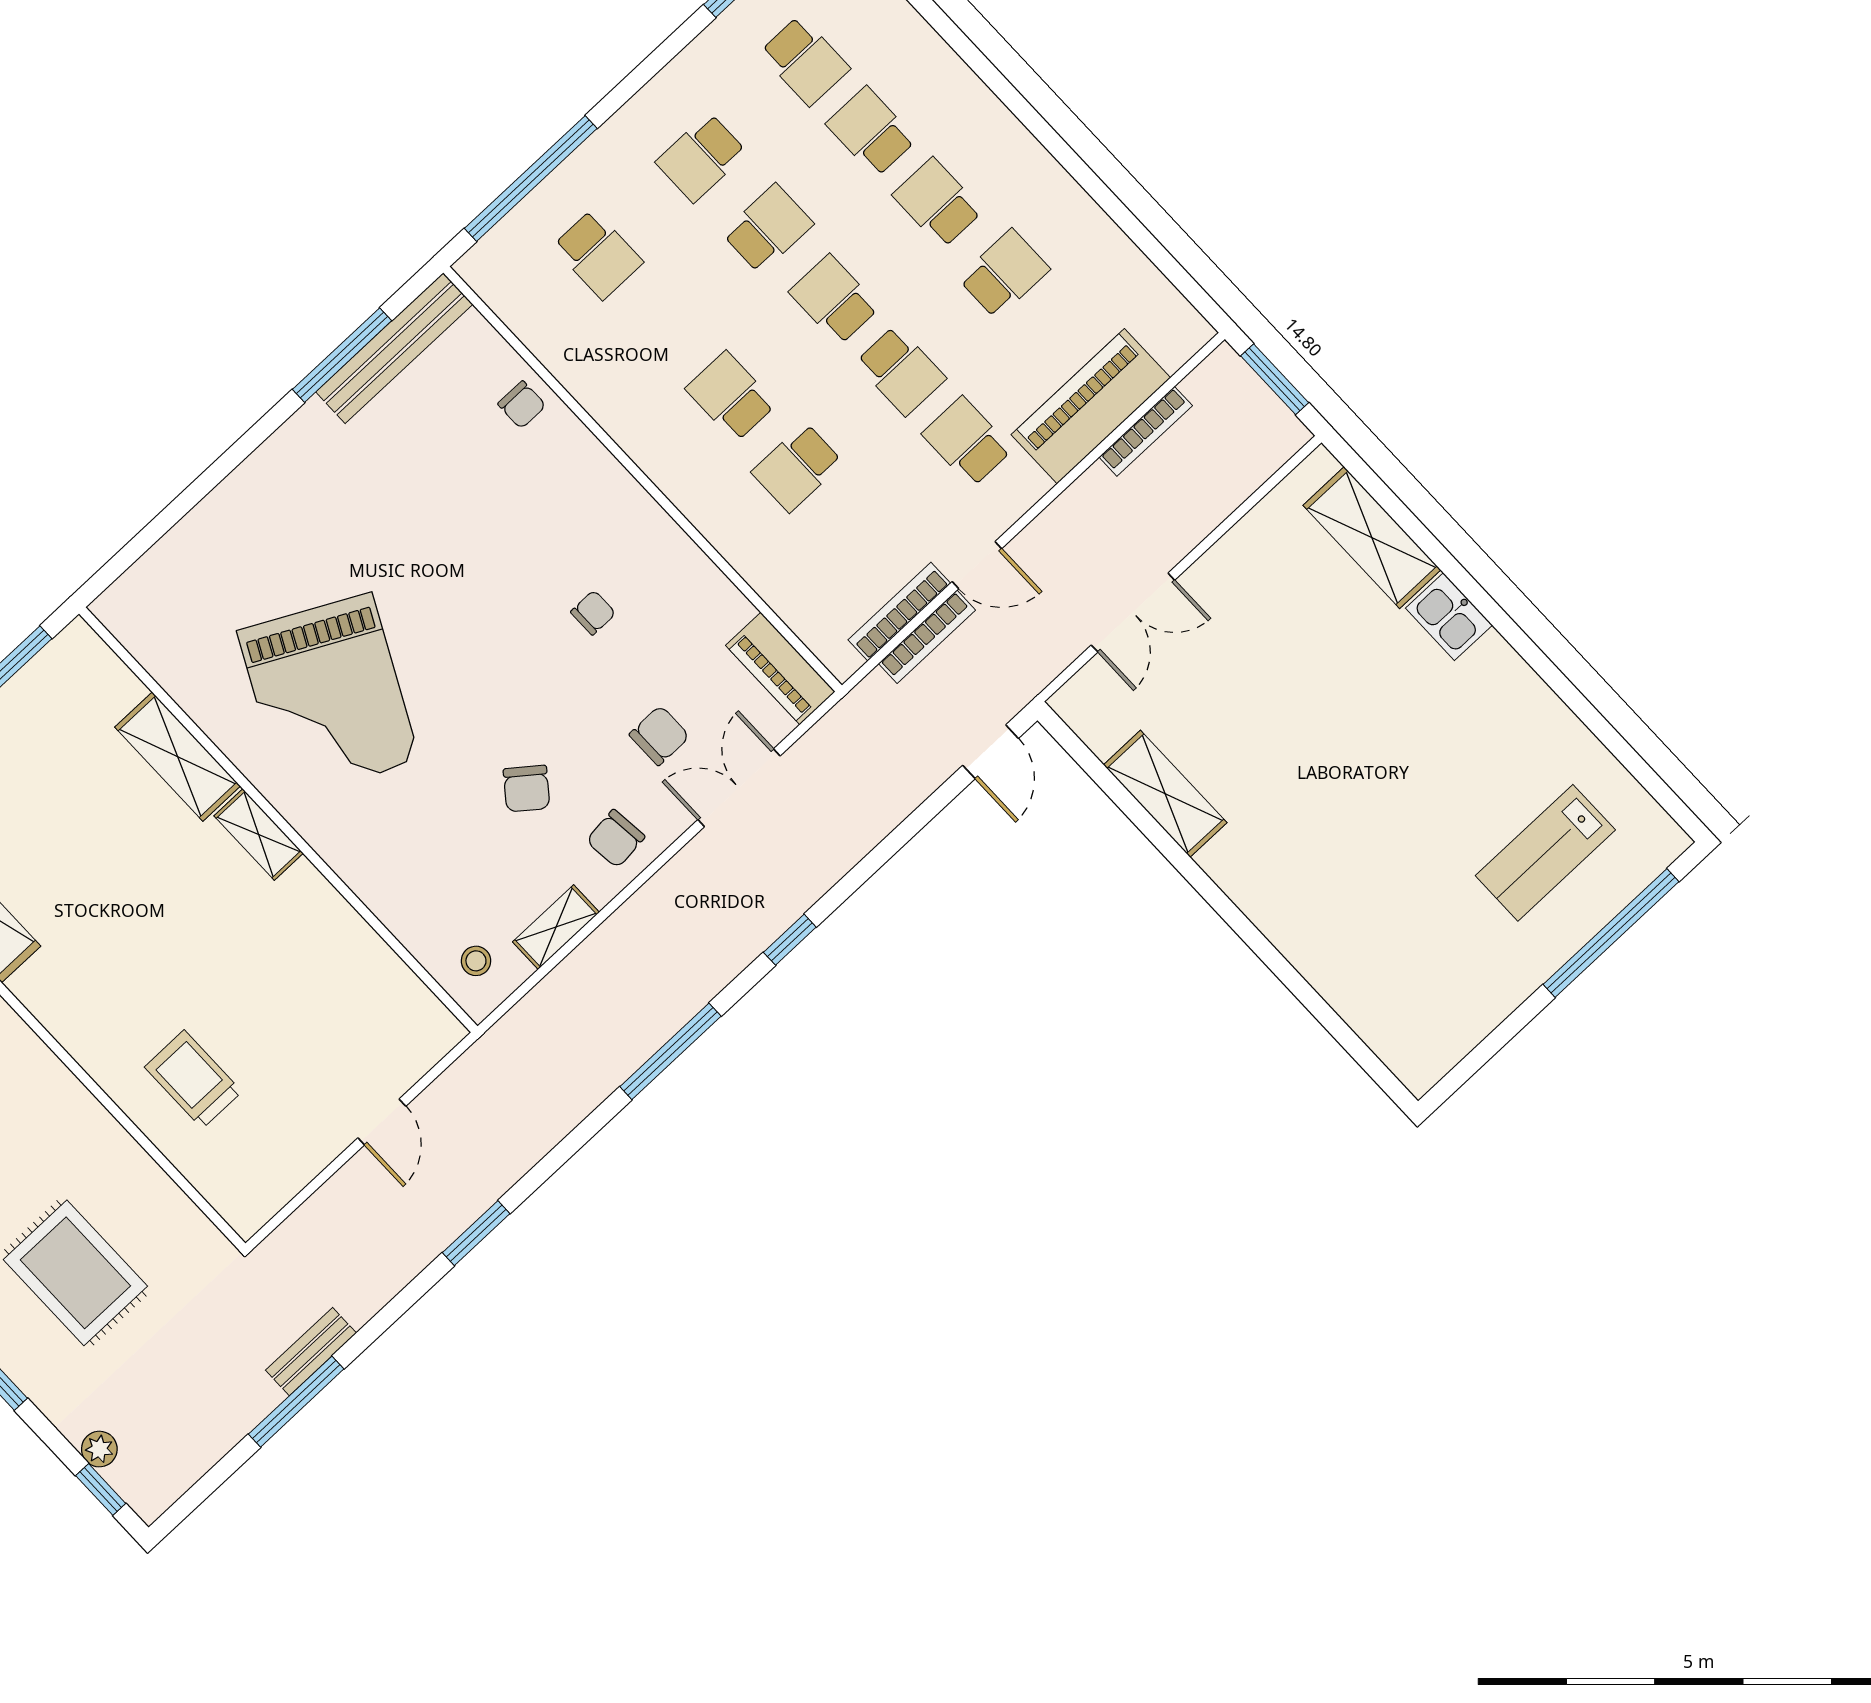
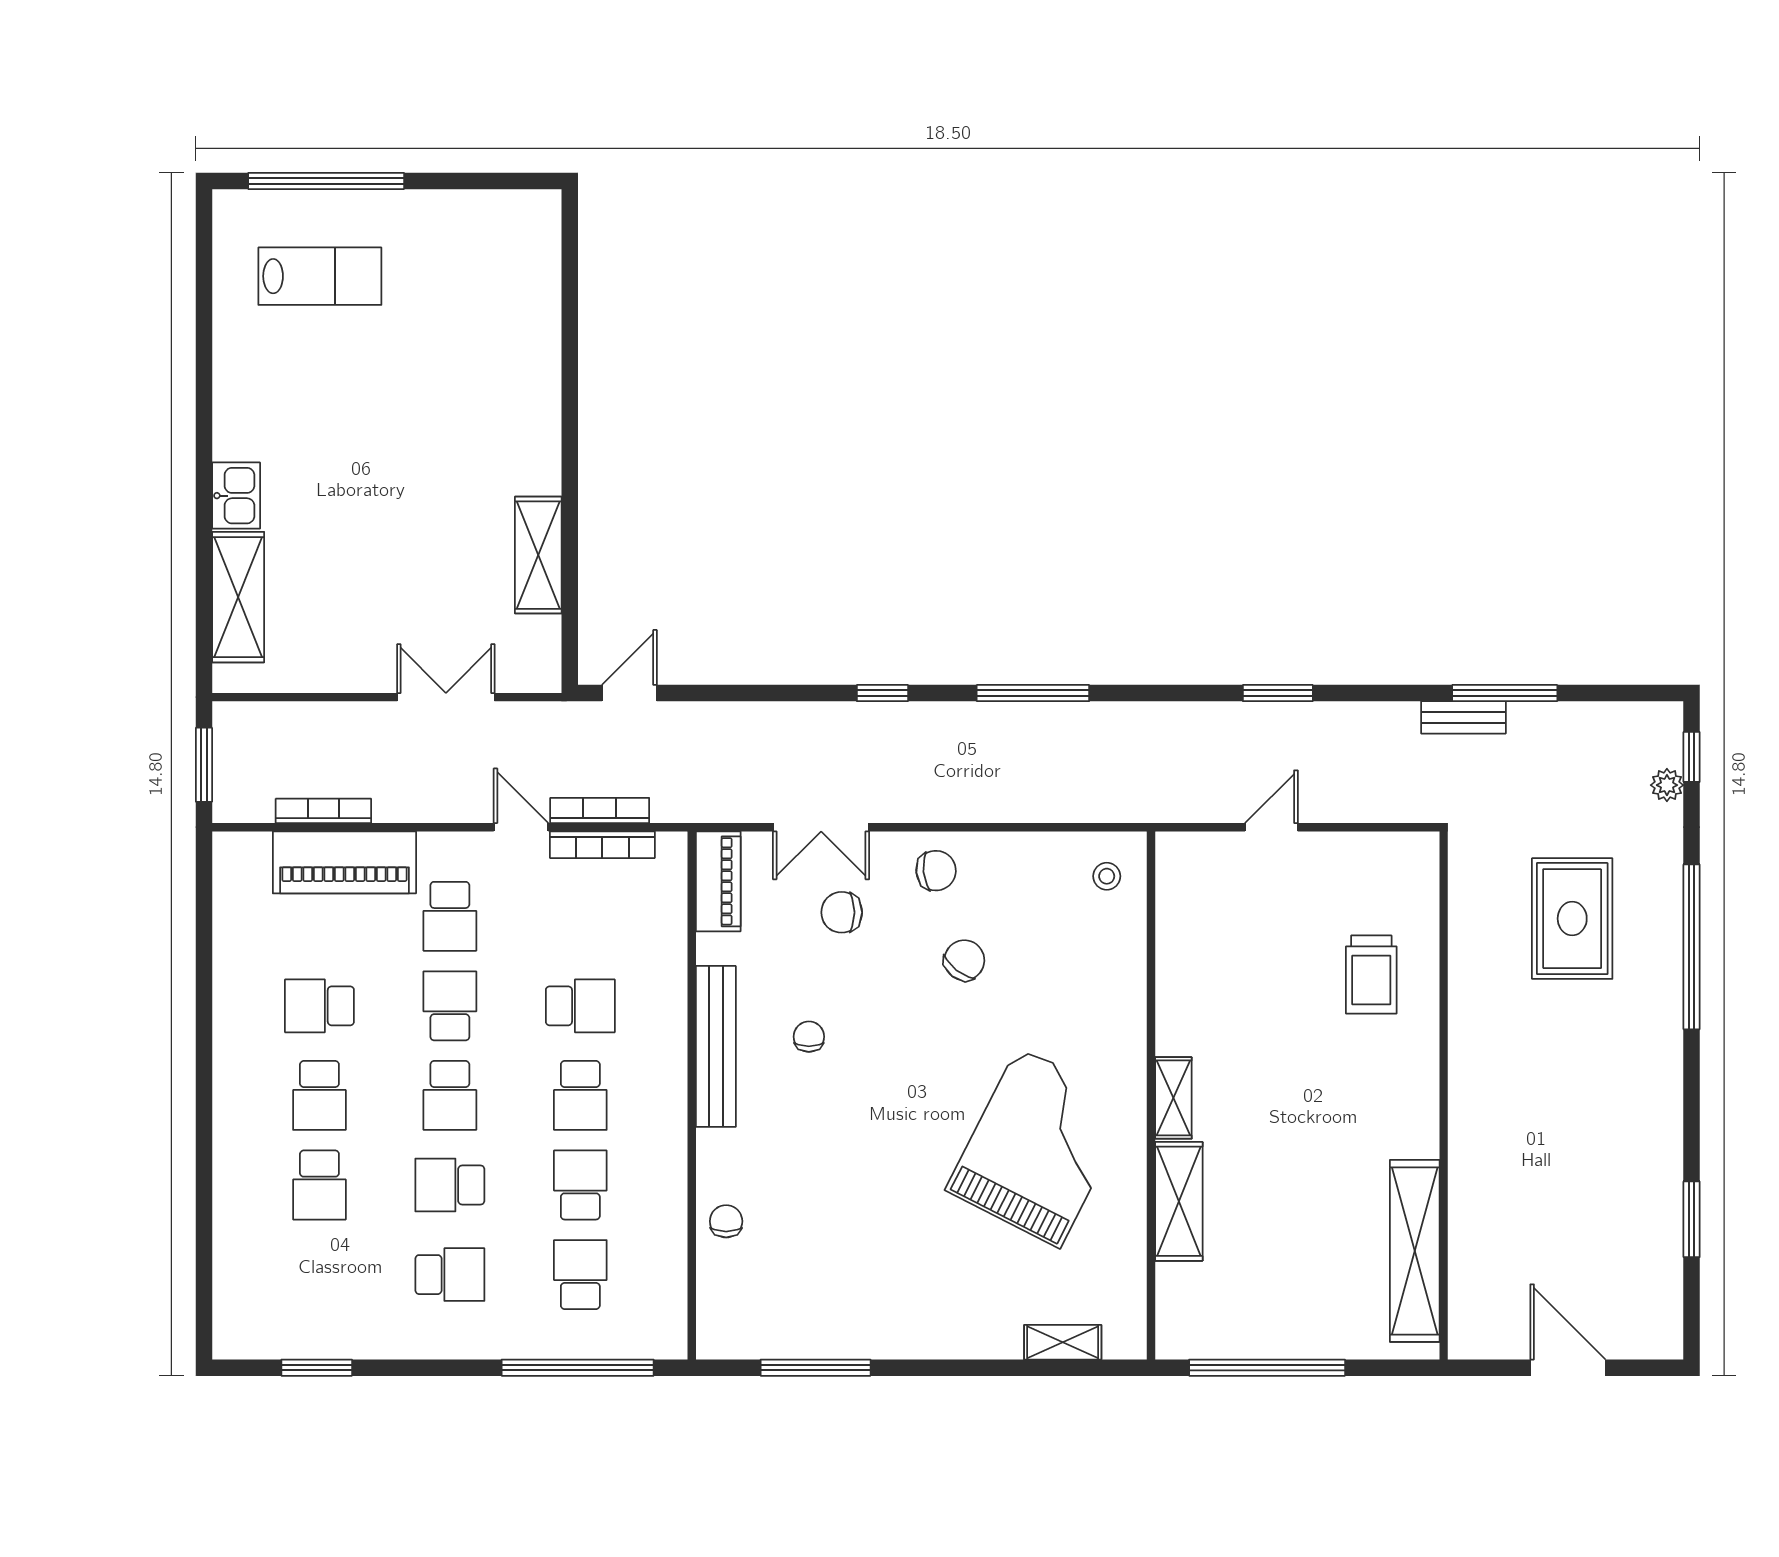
school desk: (805, 61) -> (580, 1185), moved
bench: (394, 348) -> (716, 1046), moved, turned 90
chair: (593, 613) -> (809, 1037), turned 90
shelving: (556, 927) -> (1063, 1342), moved

